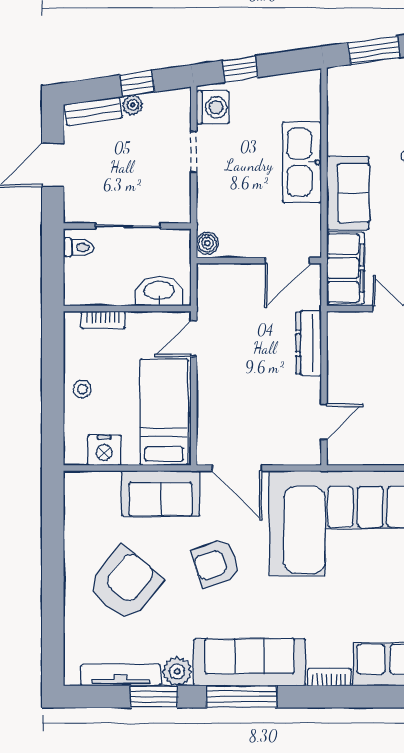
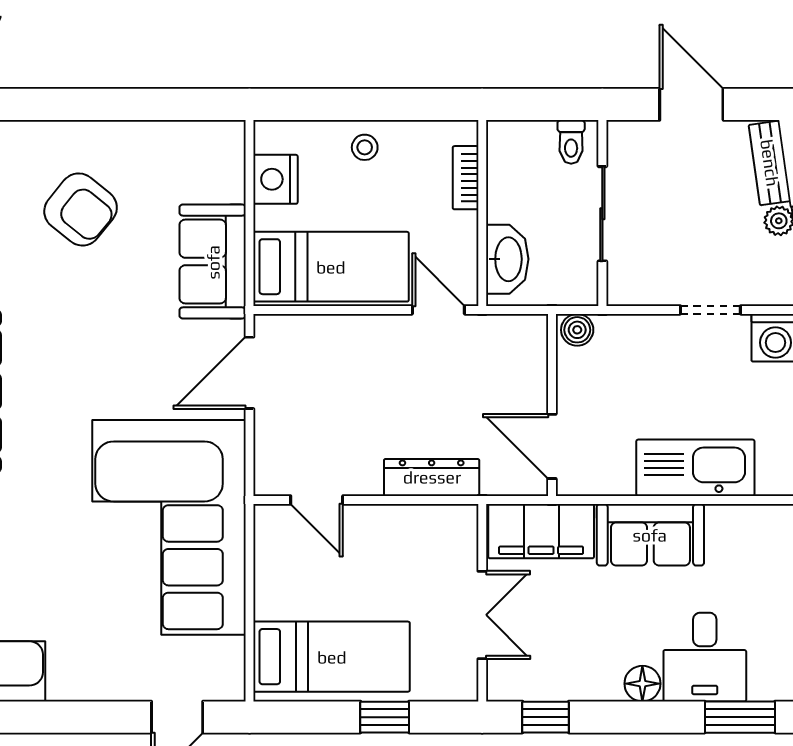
armchair: (216, 563) -> (111, 342), removed
armchair: (125, 584) -> (81, 209), width x0.73, depth x0.73

